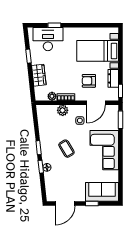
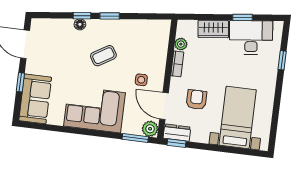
desk: (48, 39) -> (251, 37), moved, turned -96
dresser: (113, 78) -> (177, 133), moved
plant: (63, 110) -> (150, 129), moved

